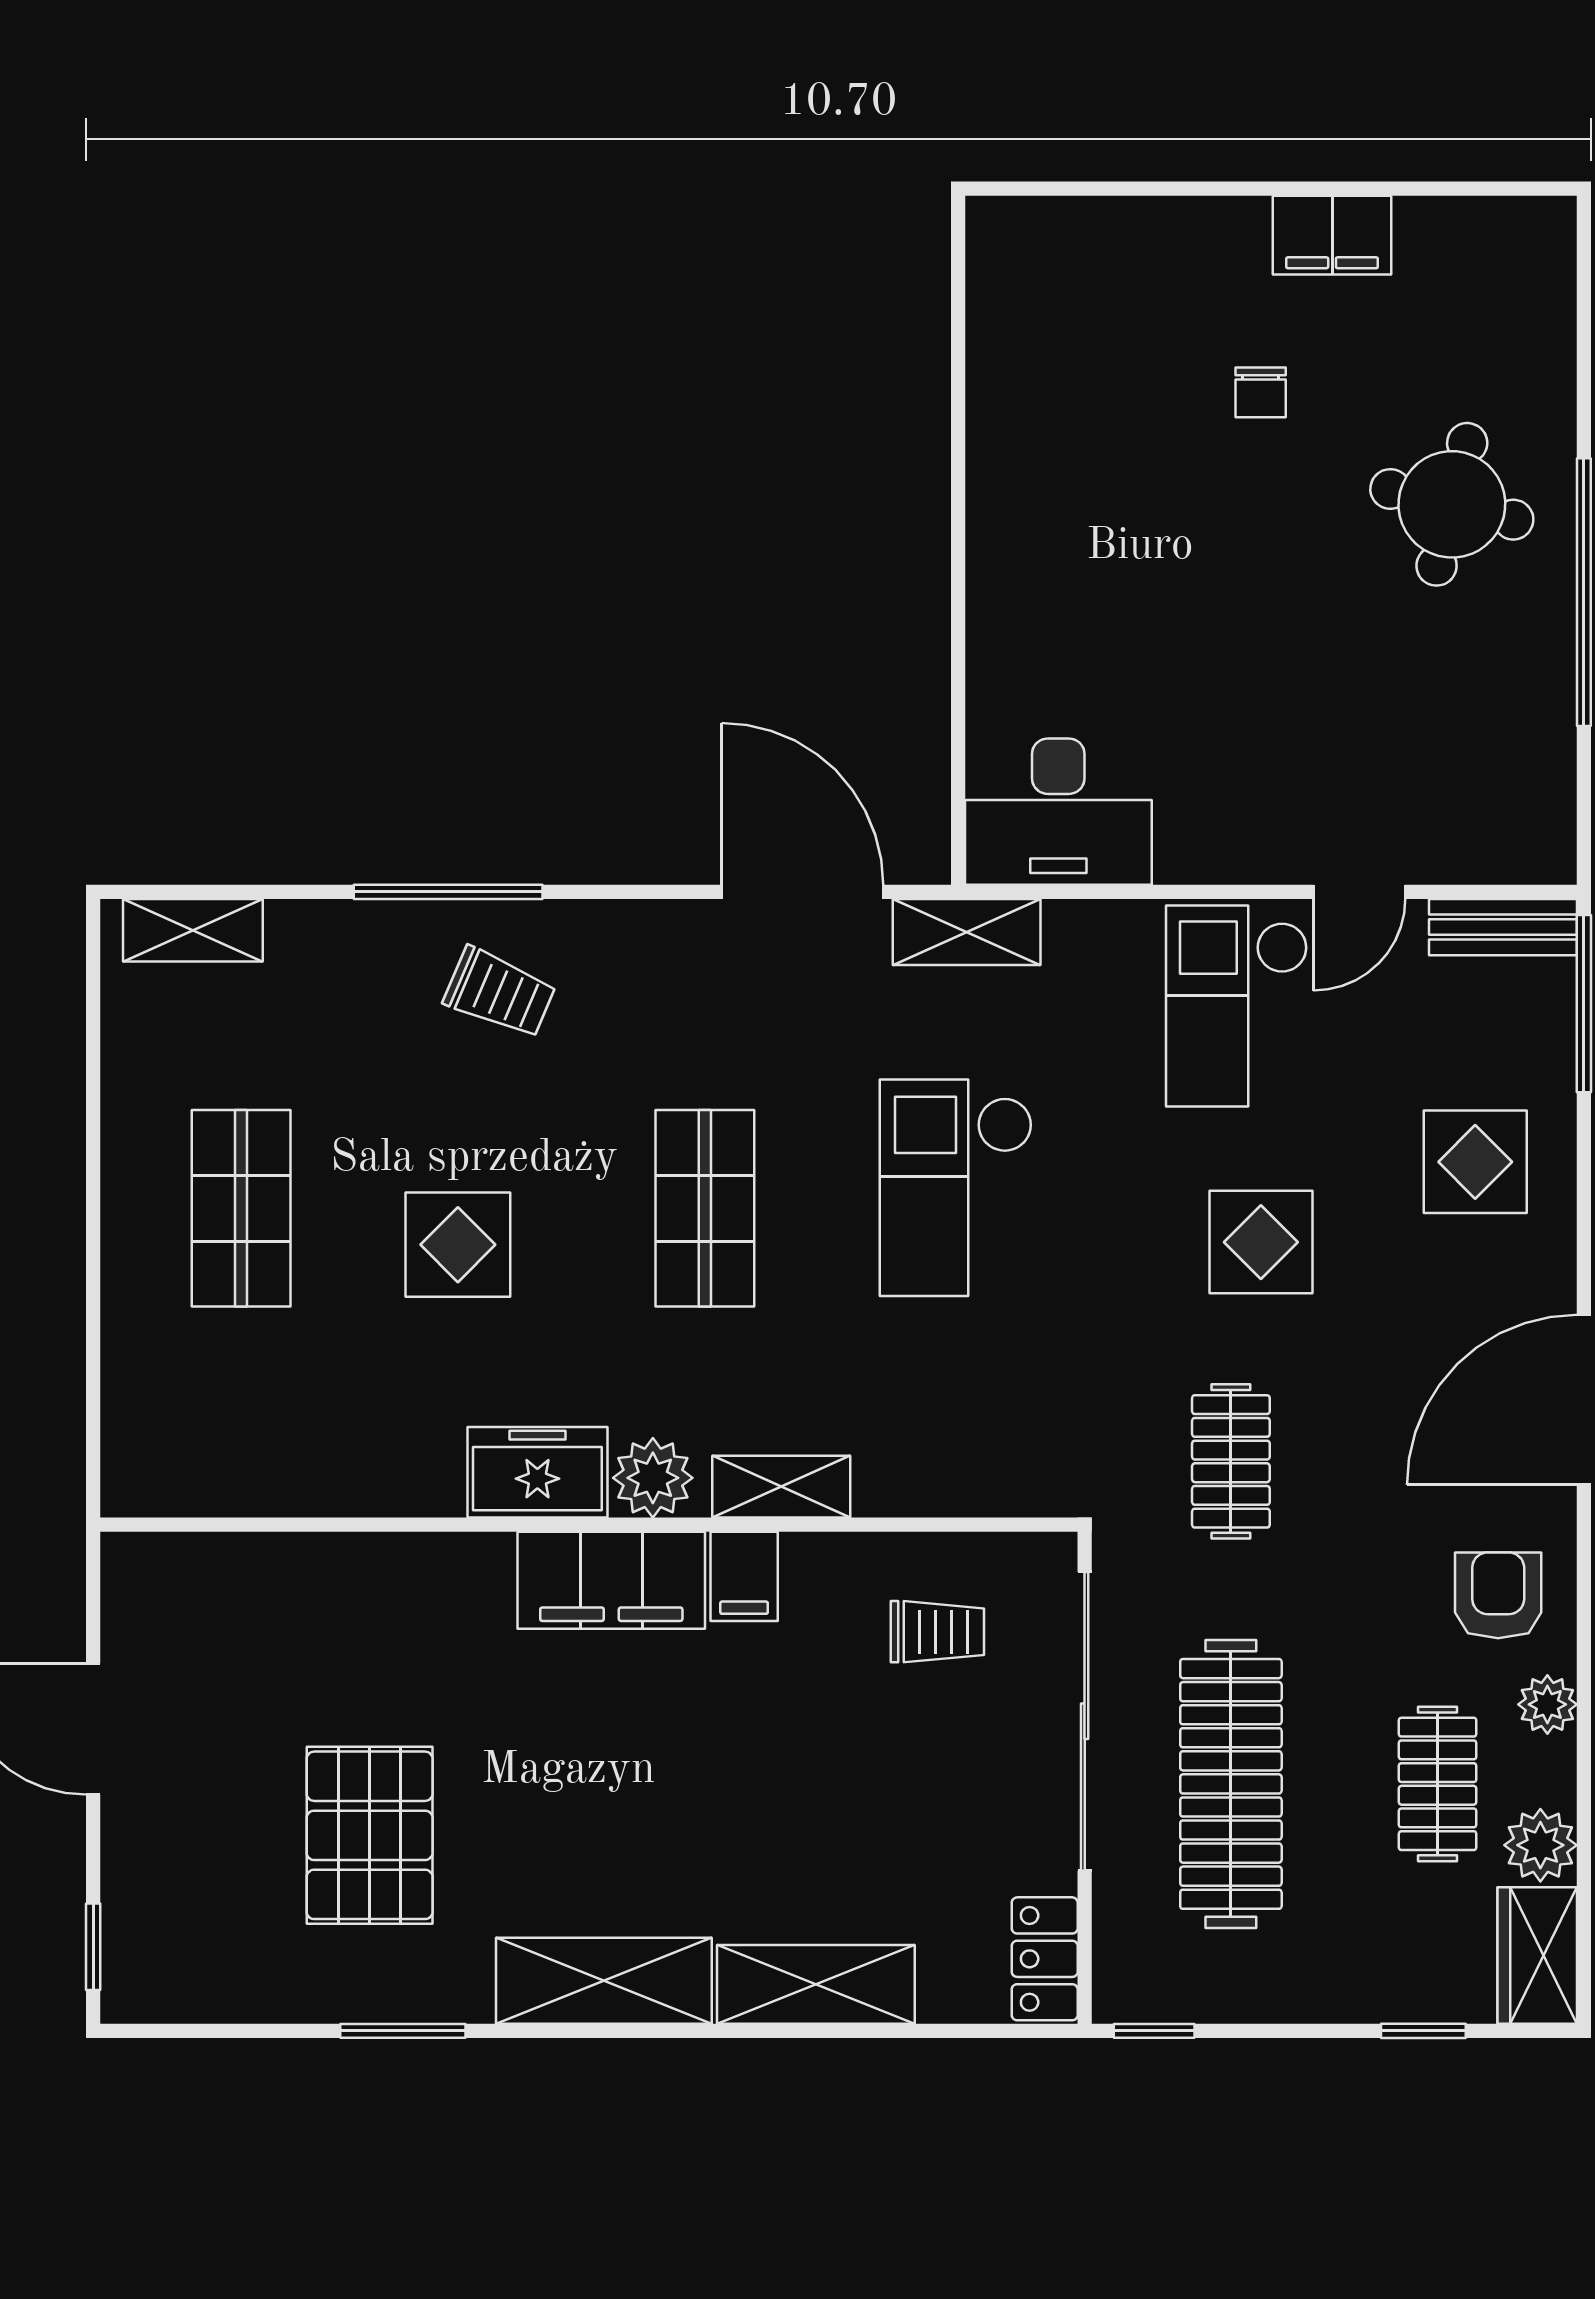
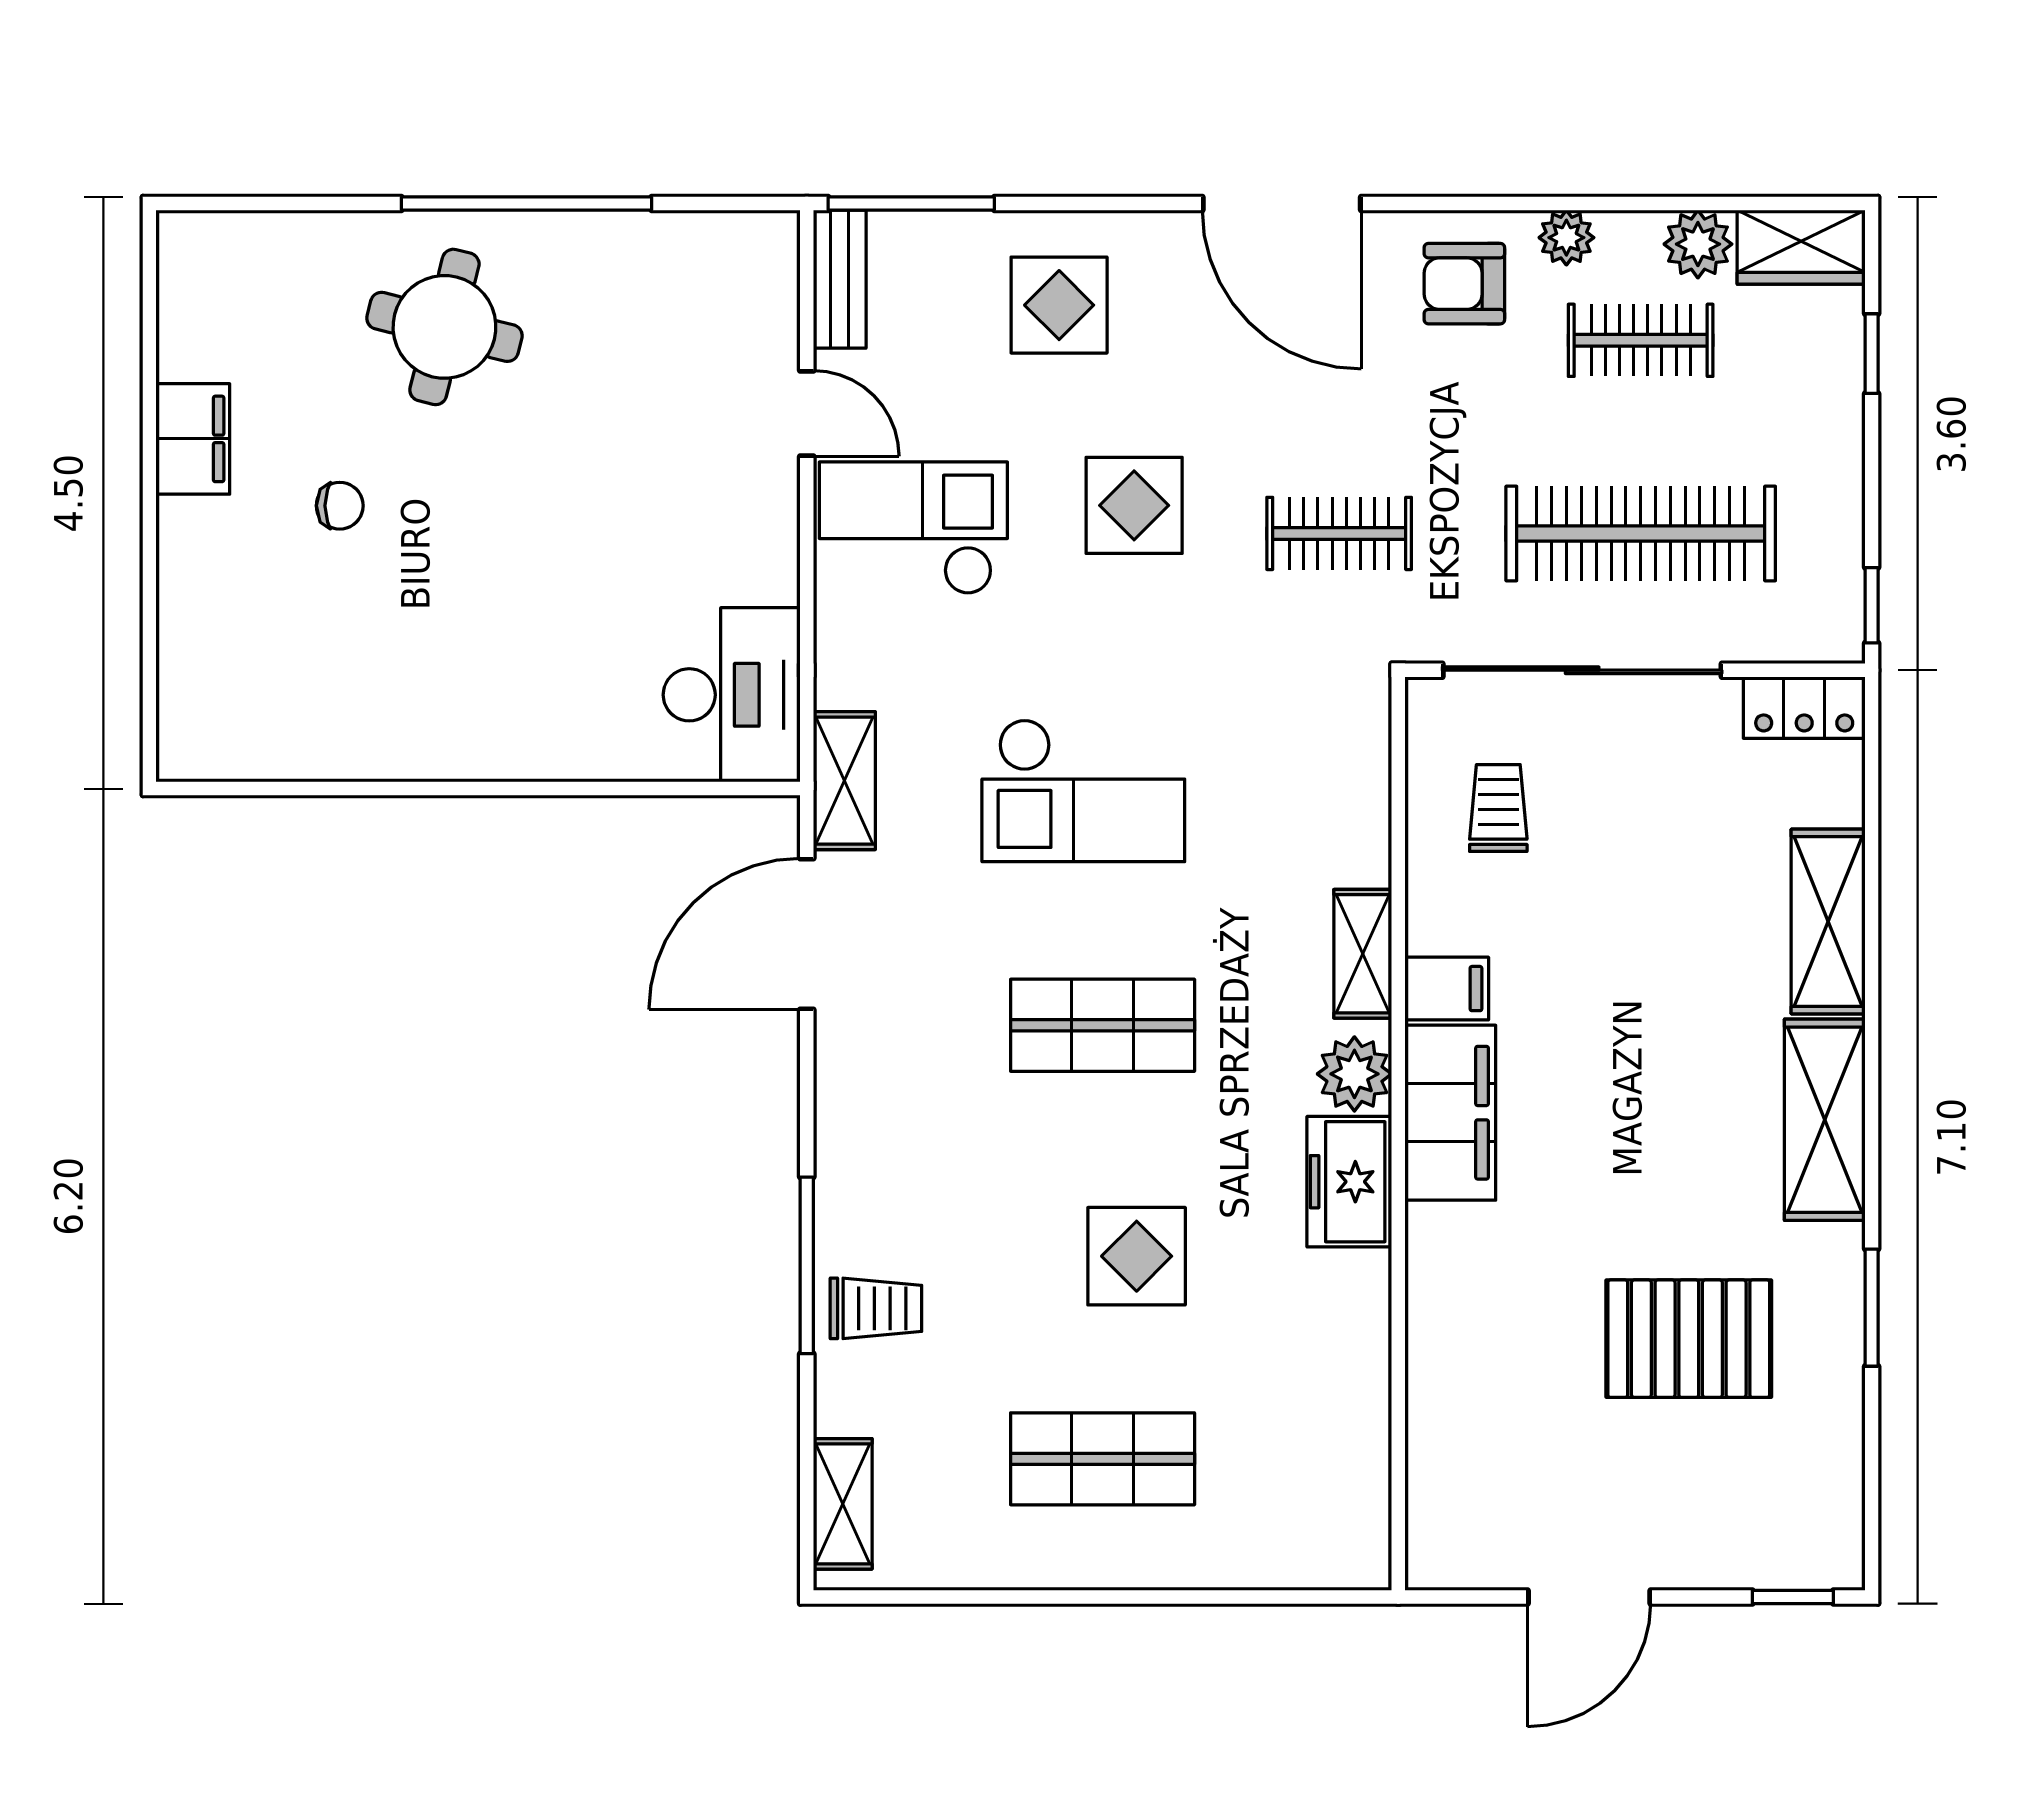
trolley: (500, 993) -> (876, 1308), moved, turned 67
checkout: (1237, 1006) -> (913, 528), turned 180

